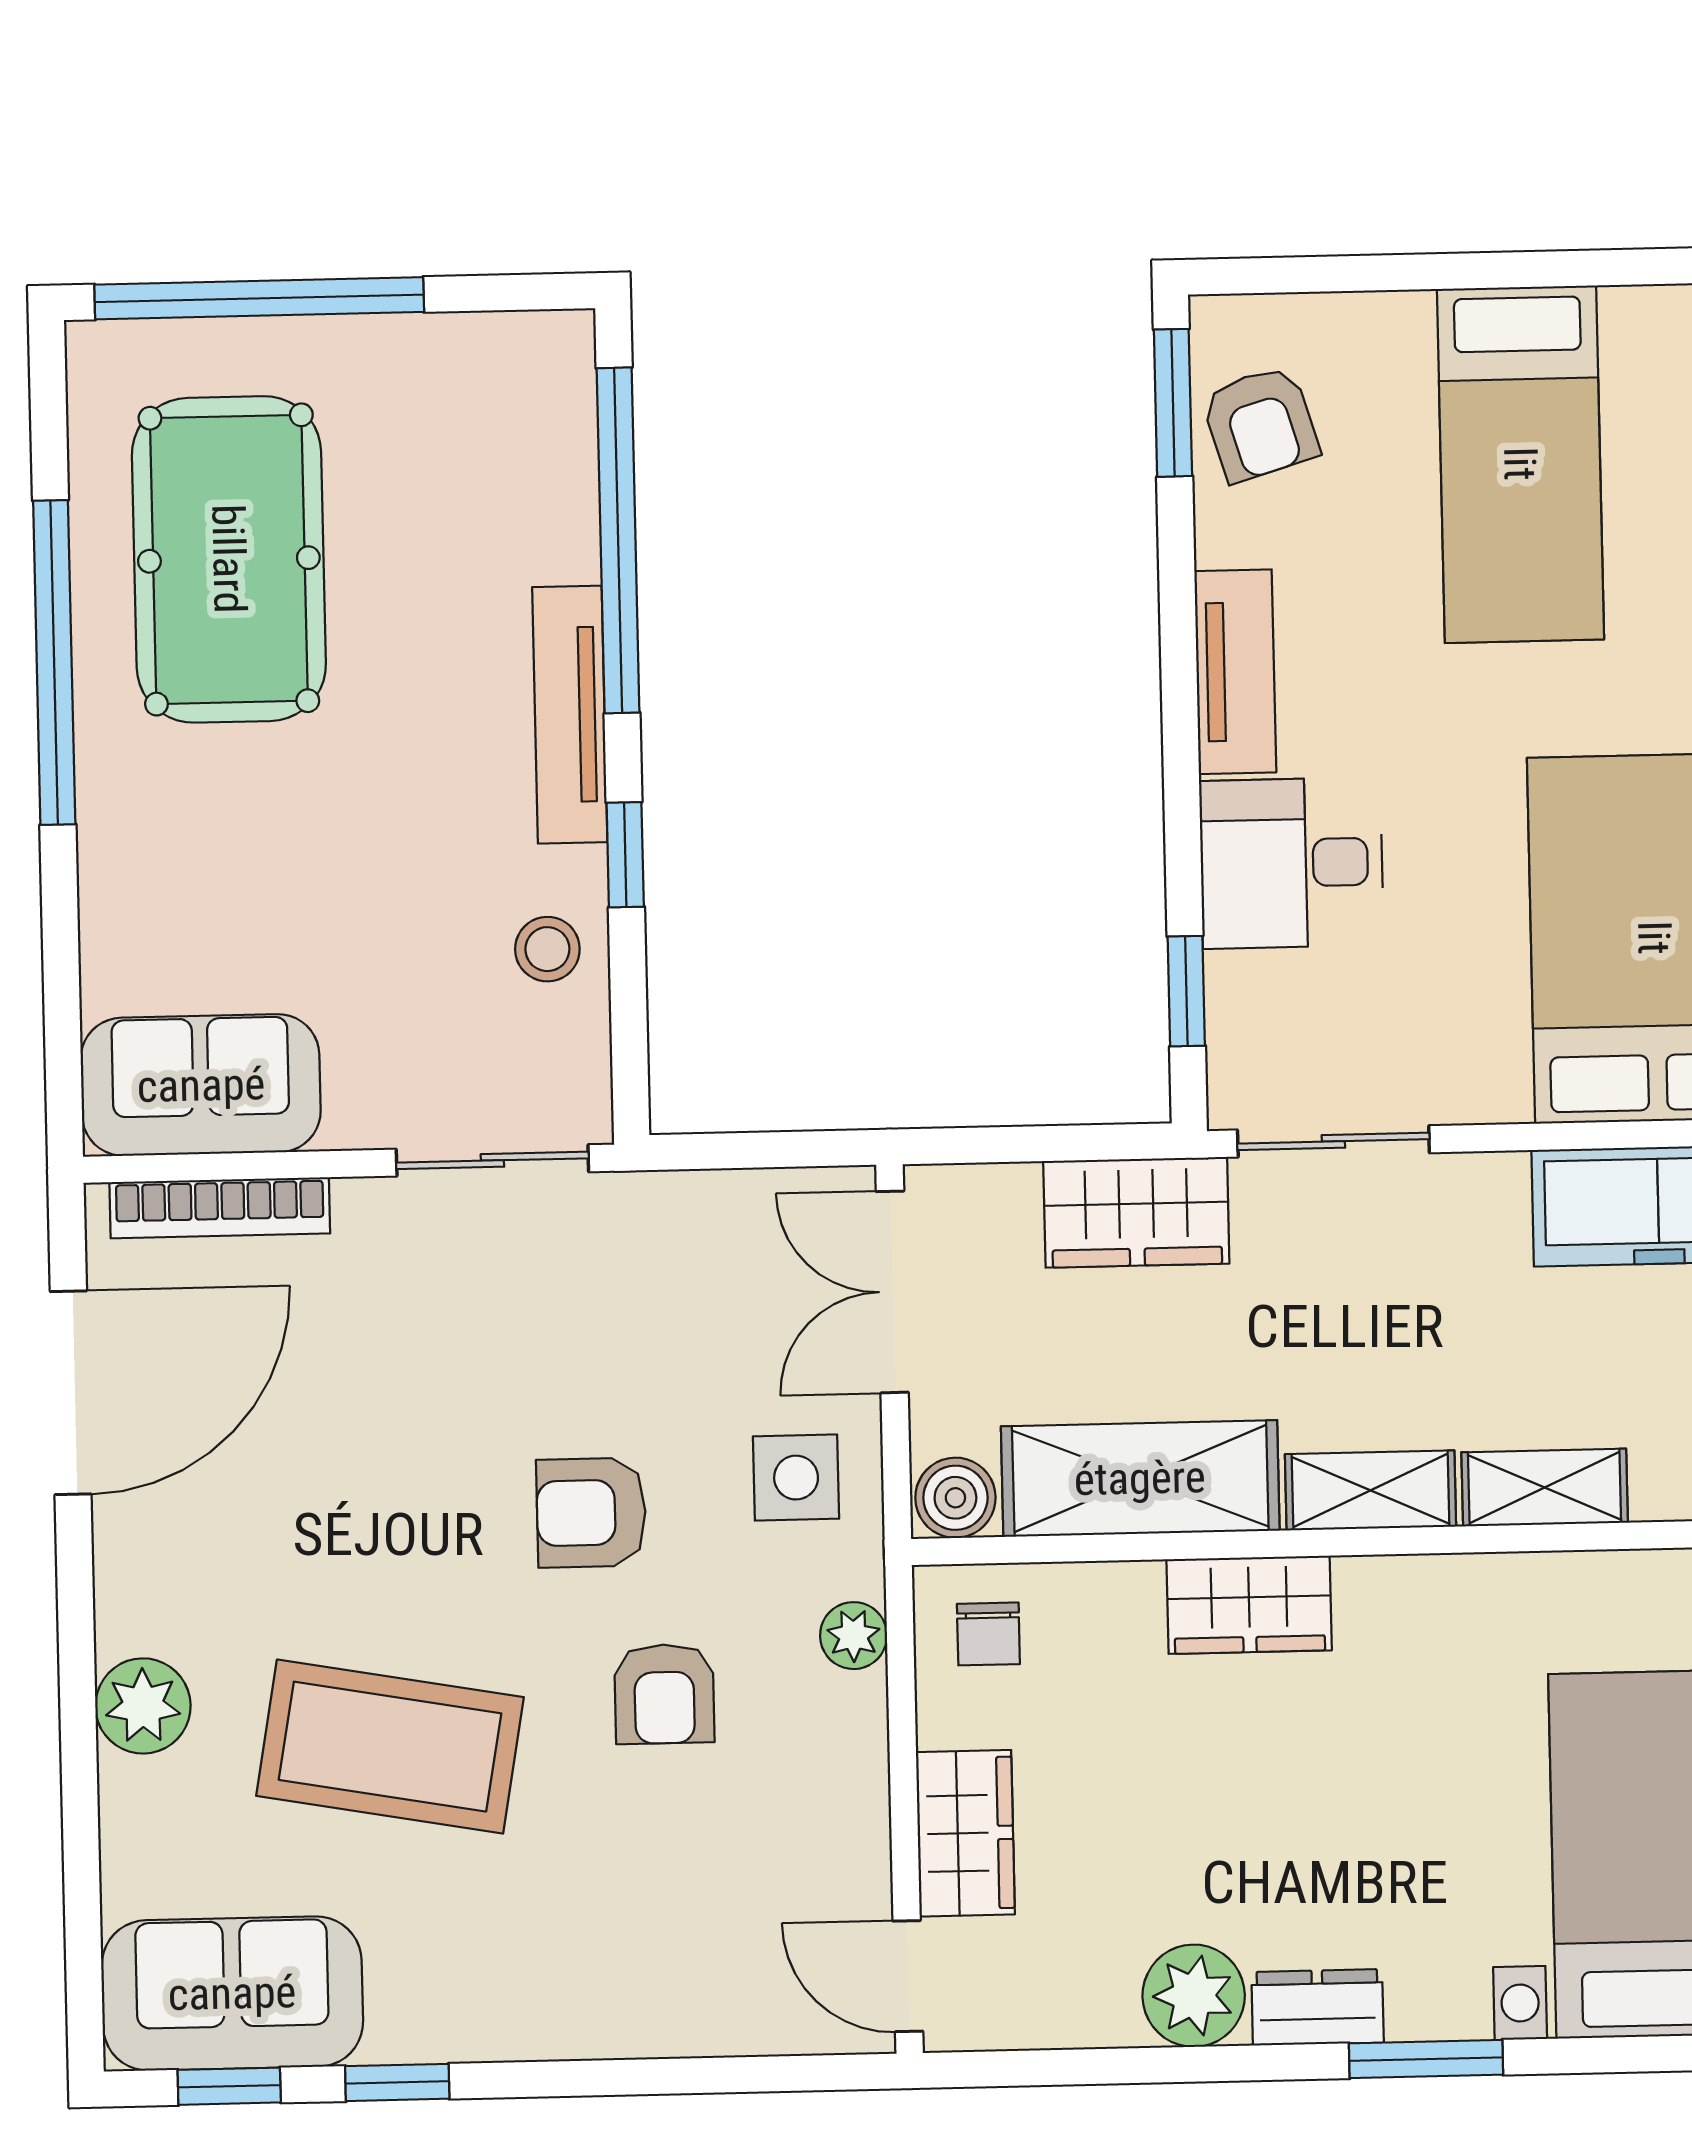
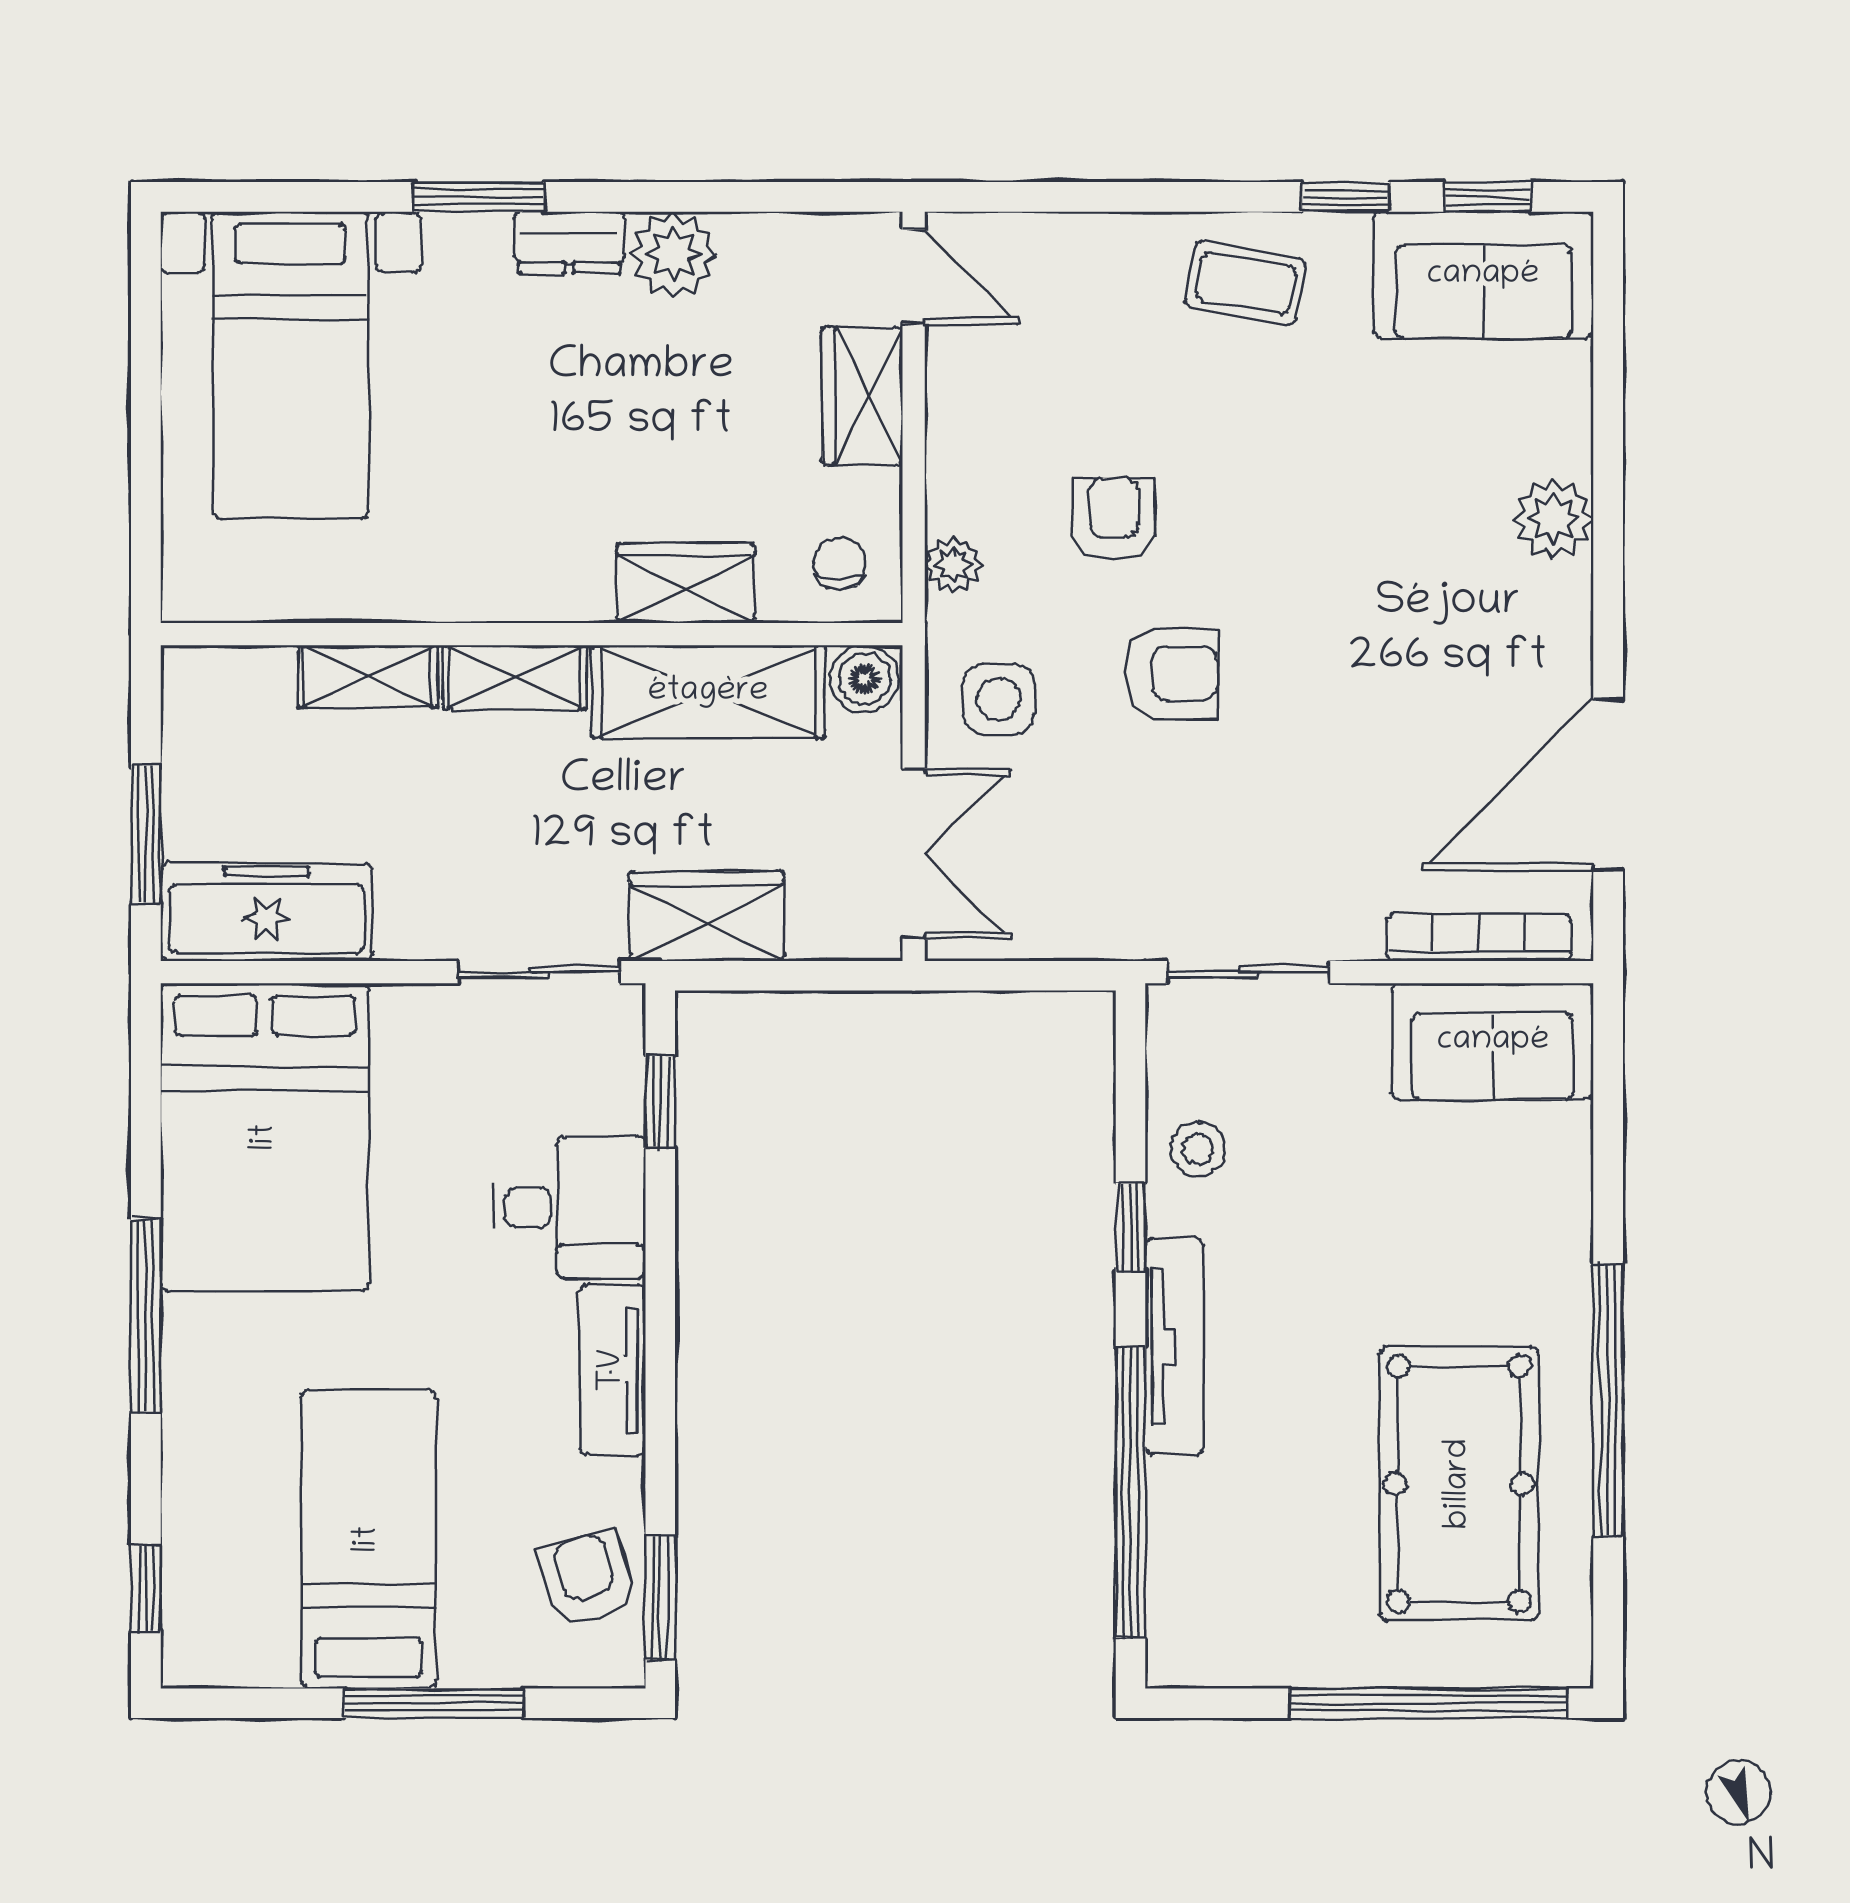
window: (1439, 272) -> (434, 1703), added
wardrobe: (1249, 1605) -> (686, 583), moved
coffee table: (390, 1747) -> (1245, 283), moved, width x0.54, depth x0.58

